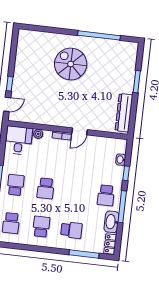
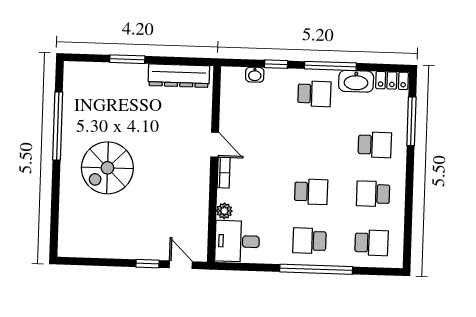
school desk: (71, 230) -> (375, 145), turned 90

